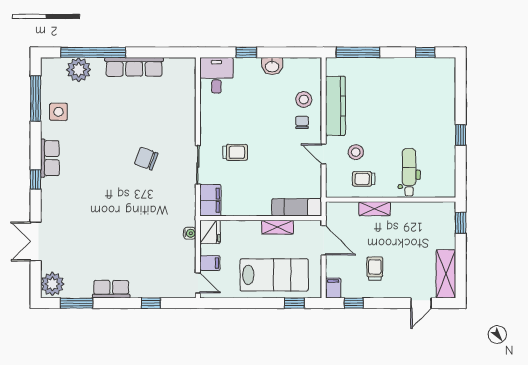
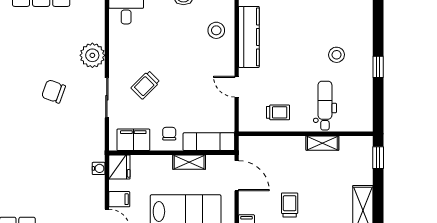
chair: (302, 122) -> (169, 134), moved
plant: (184, 124) -> (92, 55), added
trolley: (235, 152) -> (145, 85), turned 135
stool: (356, 152) -> (337, 55), moved
trolley: (364, 179) -> (278, 112), turned 180
filing cabinet: (210, 200) -> (133, 140), moved, turned -90
shelving: (375, 209) -> (322, 143), moved

